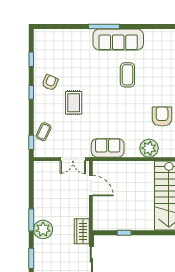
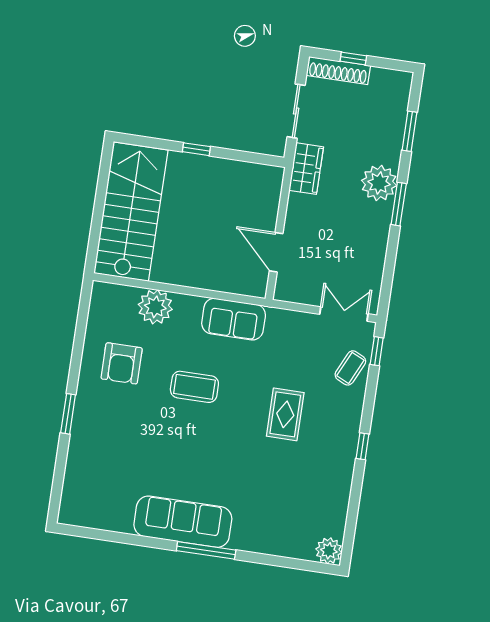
plant: (41, 36) -> (329, 551), added
window: (31, 59) -> (353, 509), removed
coffee table: (127, 75) -> (194, 387), moved, turned 90
armchair: (50, 83) -> (324, 459), removed
double door: (73, 159) -> (344, 314), moved
window: (124, 233) -> (196, 149), moved

